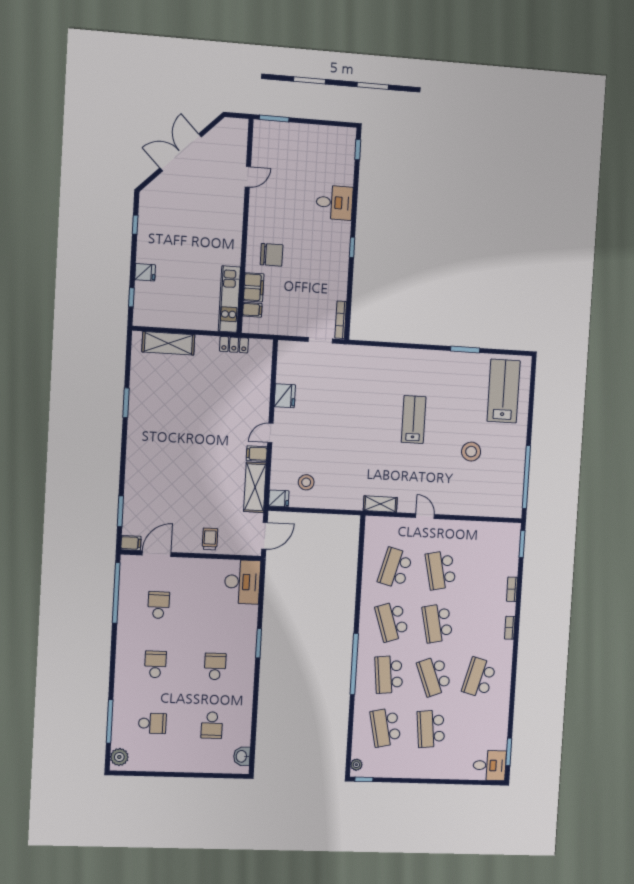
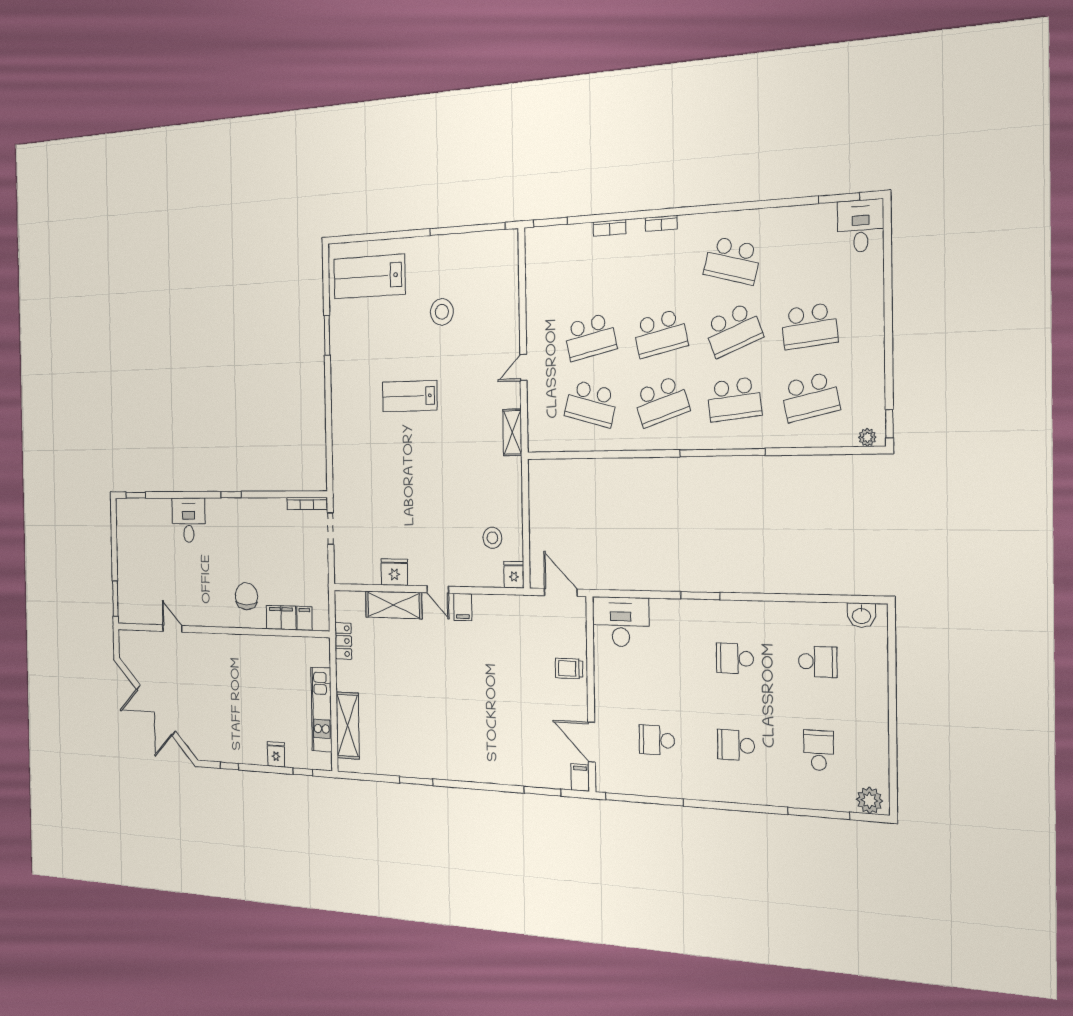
kitchen unit: (229, 299) -> (321, 710), moved, turned 90
shelving: (255, 487) -> (394, 605), moved

